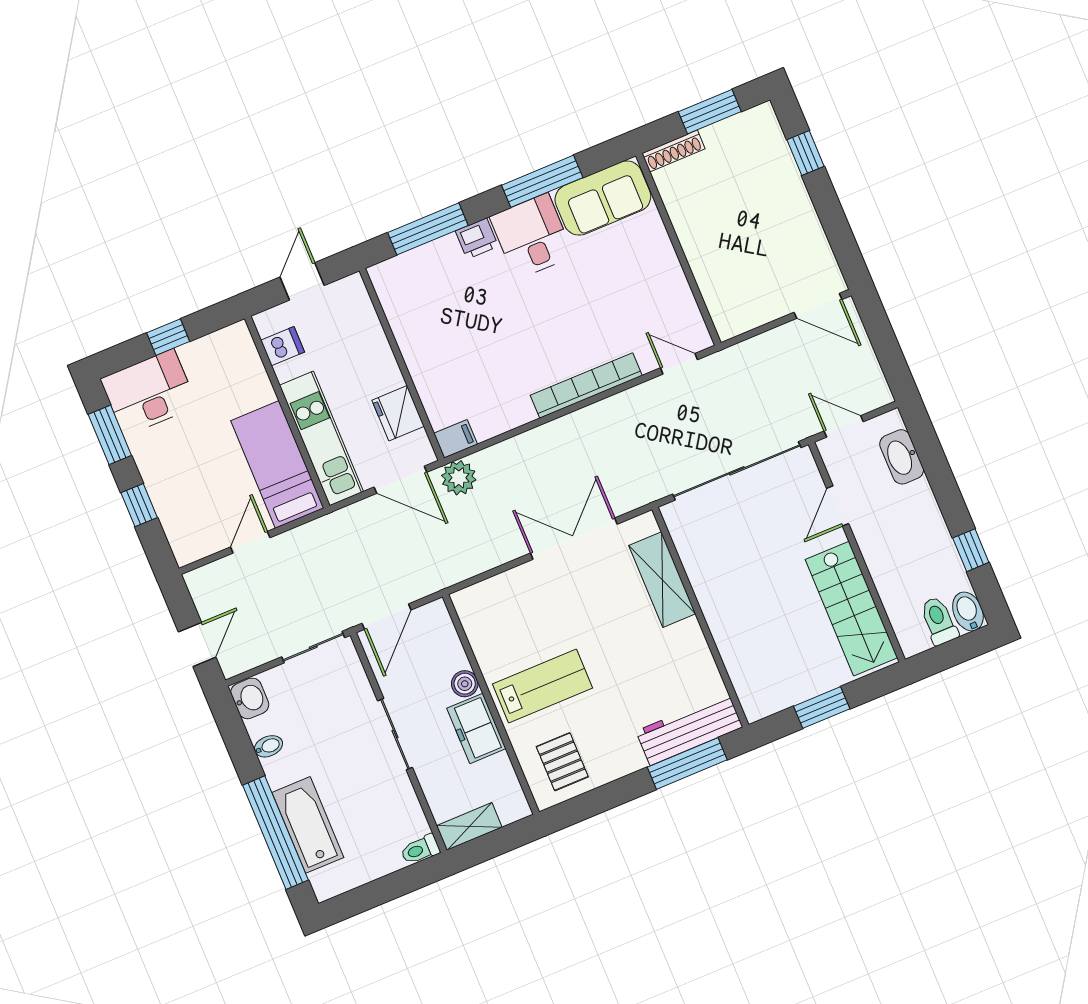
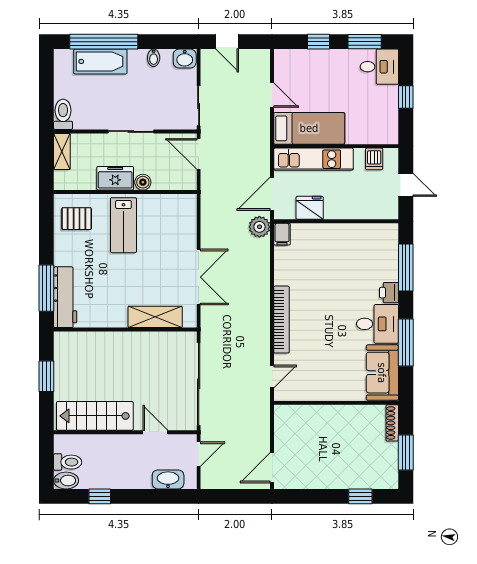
desk: (149, 392) -> (379, 67), width x0.73
toilet: (420, 850) -> (63, 114), width x1.37, depth x1.39

